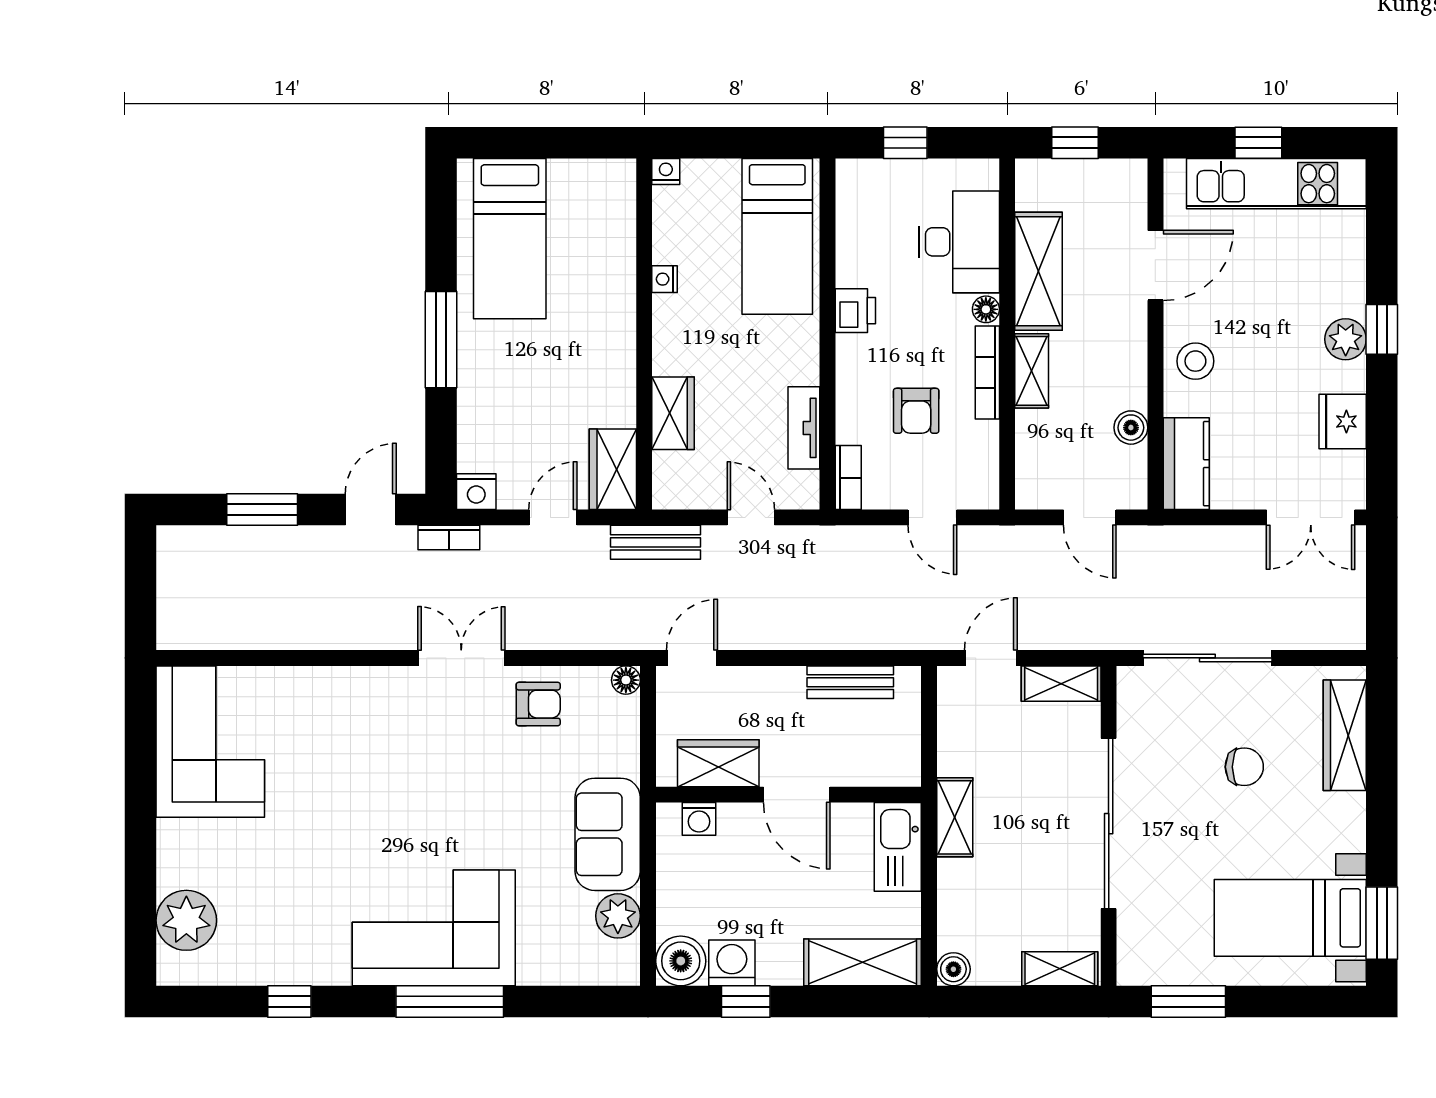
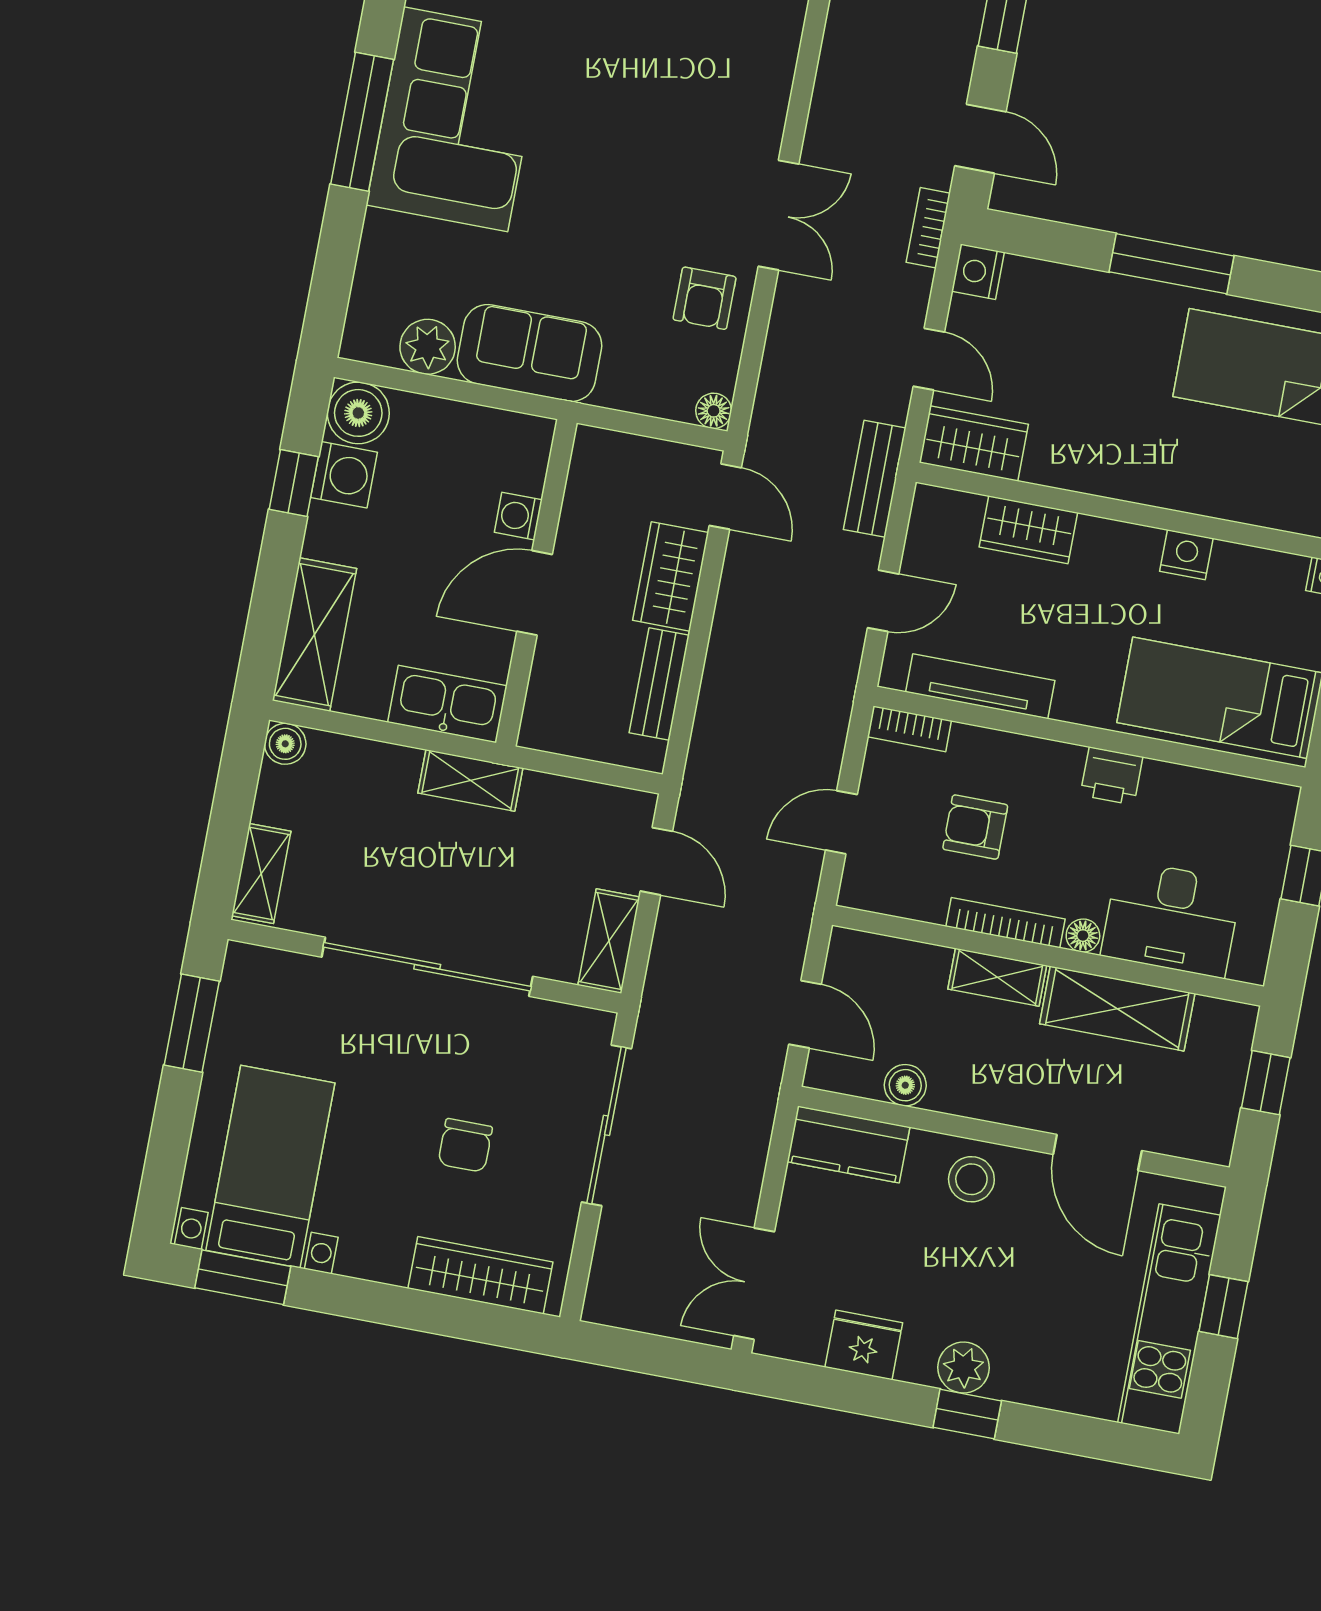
nightstand: (665, 279) -> (1186, 555), width x1.39, depth x1.35
tv unit: (804, 428) -> (980, 686), width x1.41
door: (1090, 517) -> (805, 1014), swing flipped
wardrobe: (718, 763) -> (671, 576), moved, turned 180
washing machine: (699, 819) -> (518, 516), moved

